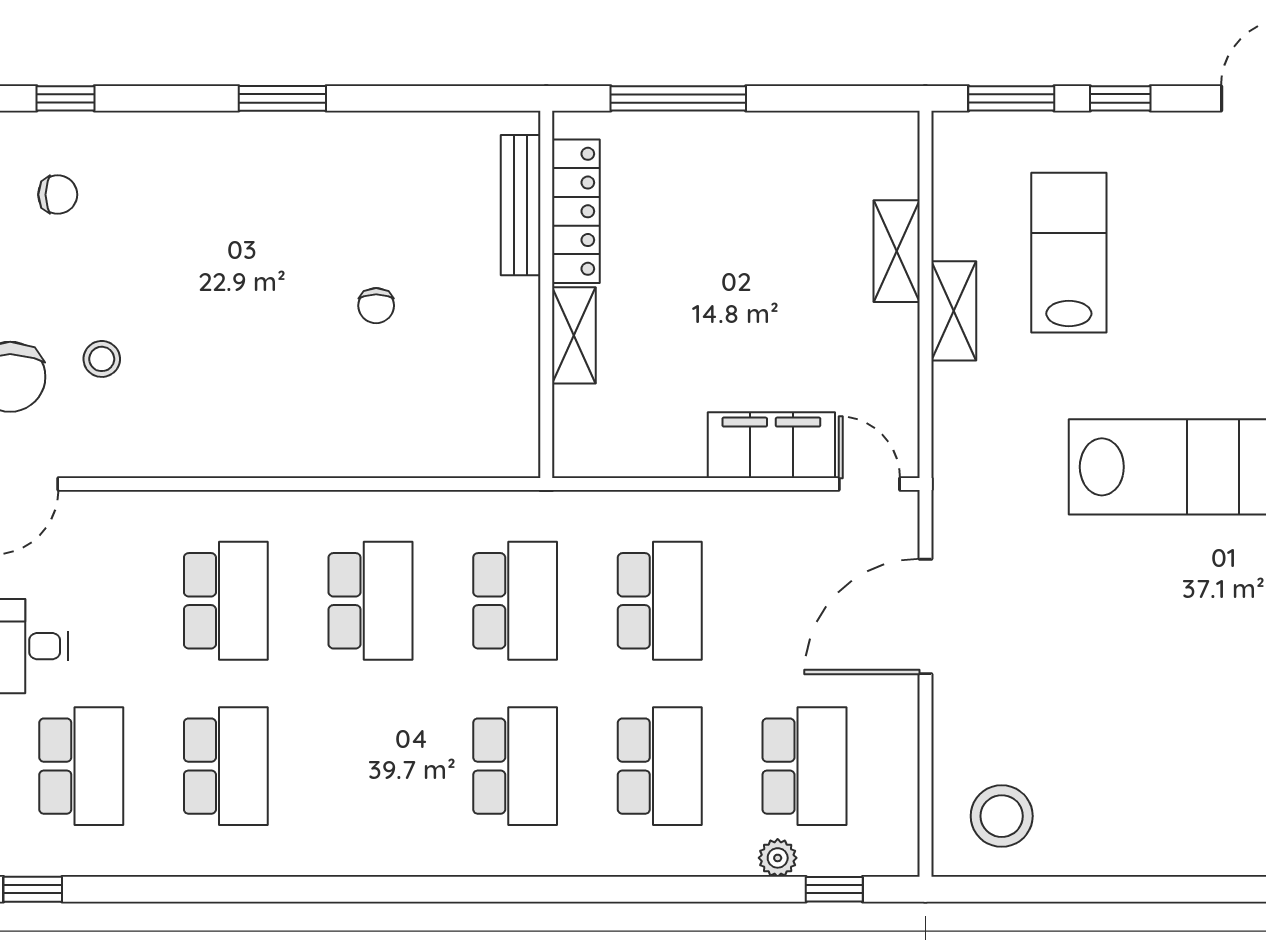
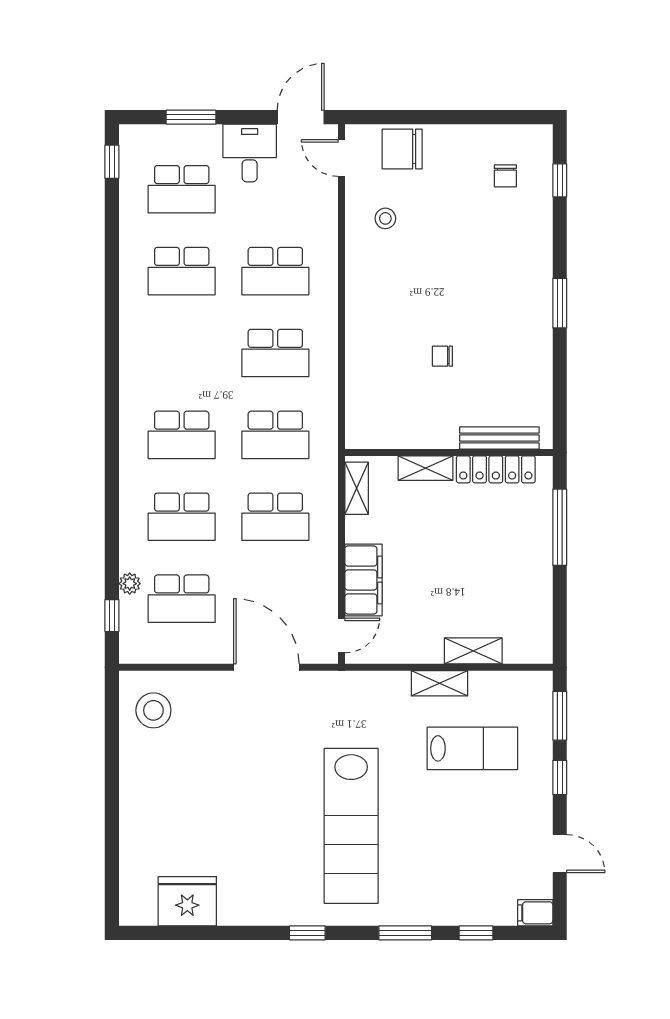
stool: (102, 359) -> (385, 218), moved
shelving: (609, 457) -> (357, 488), added

